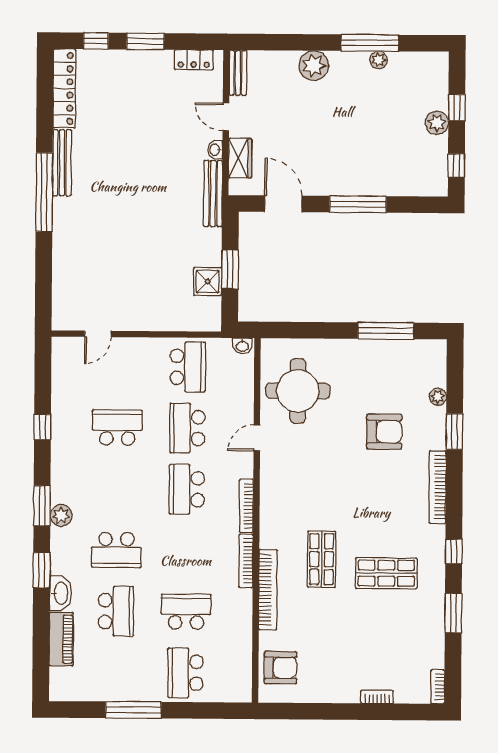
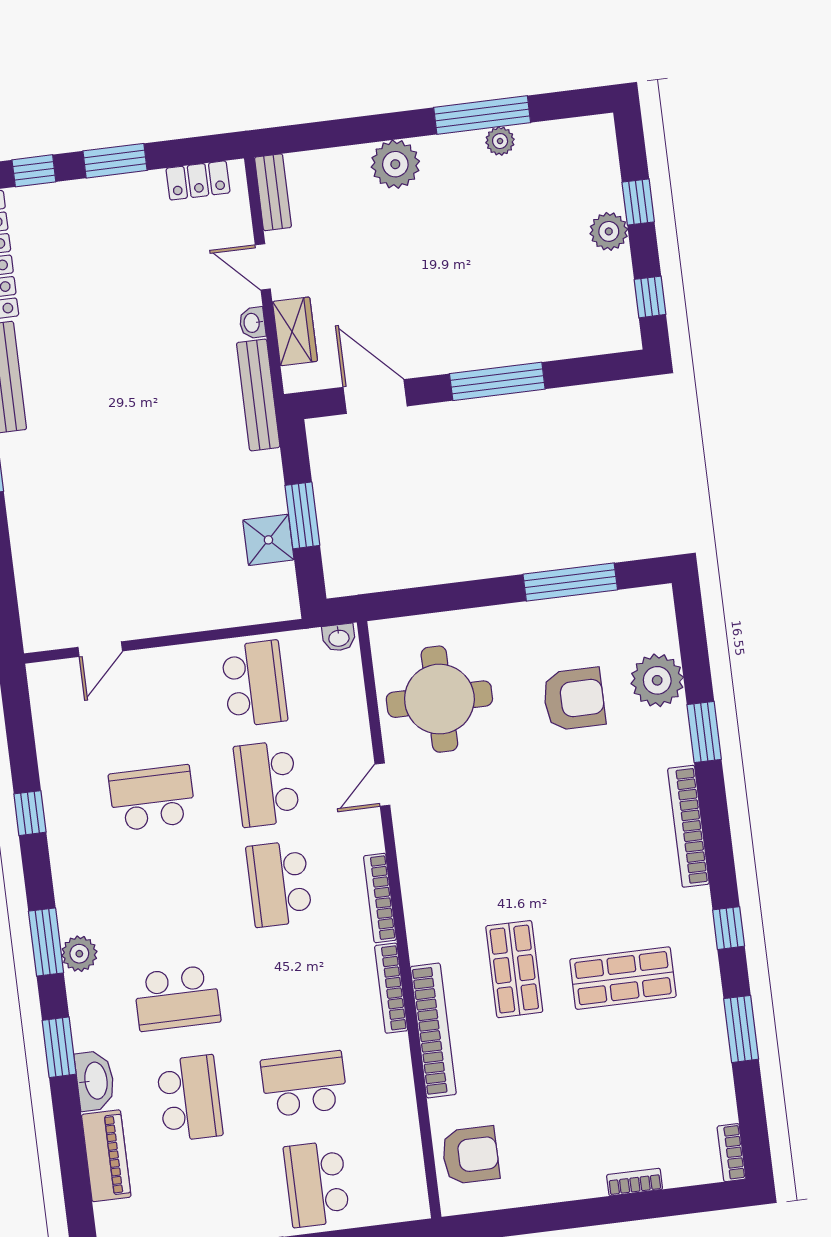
plant: (438, 397) -> (657, 680), width x1.87, depth x1.87
armchair: (384, 432) -> (574, 699), moved

